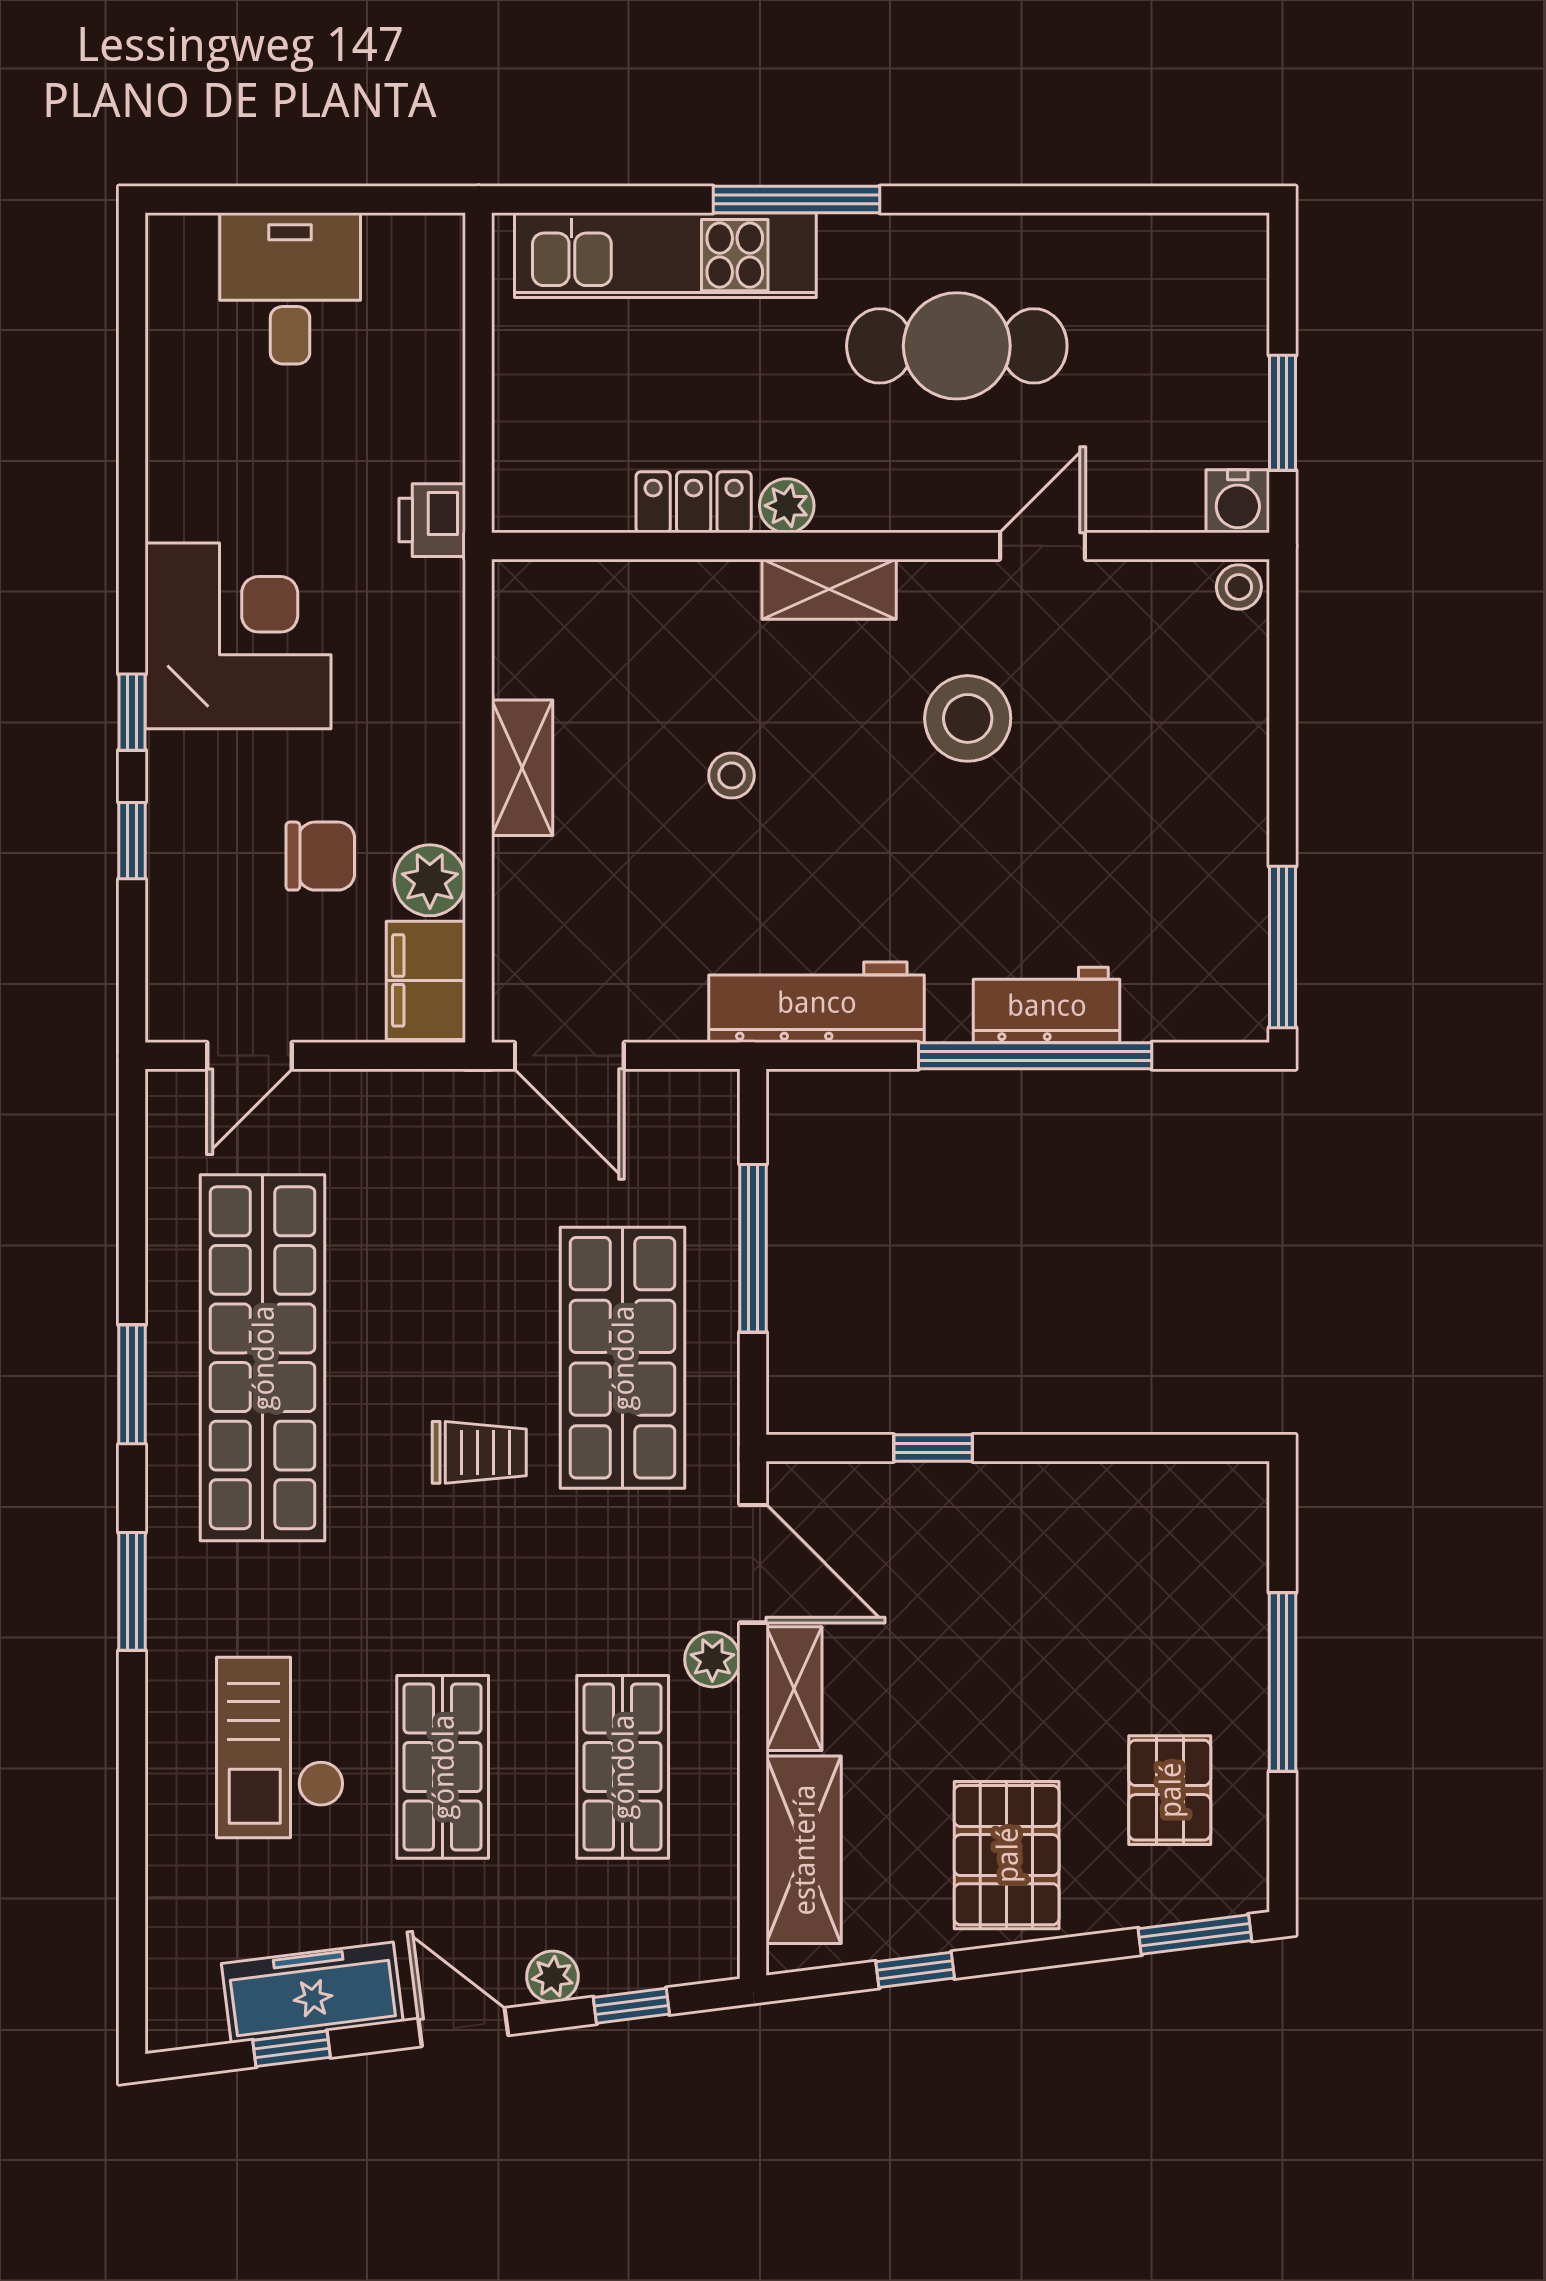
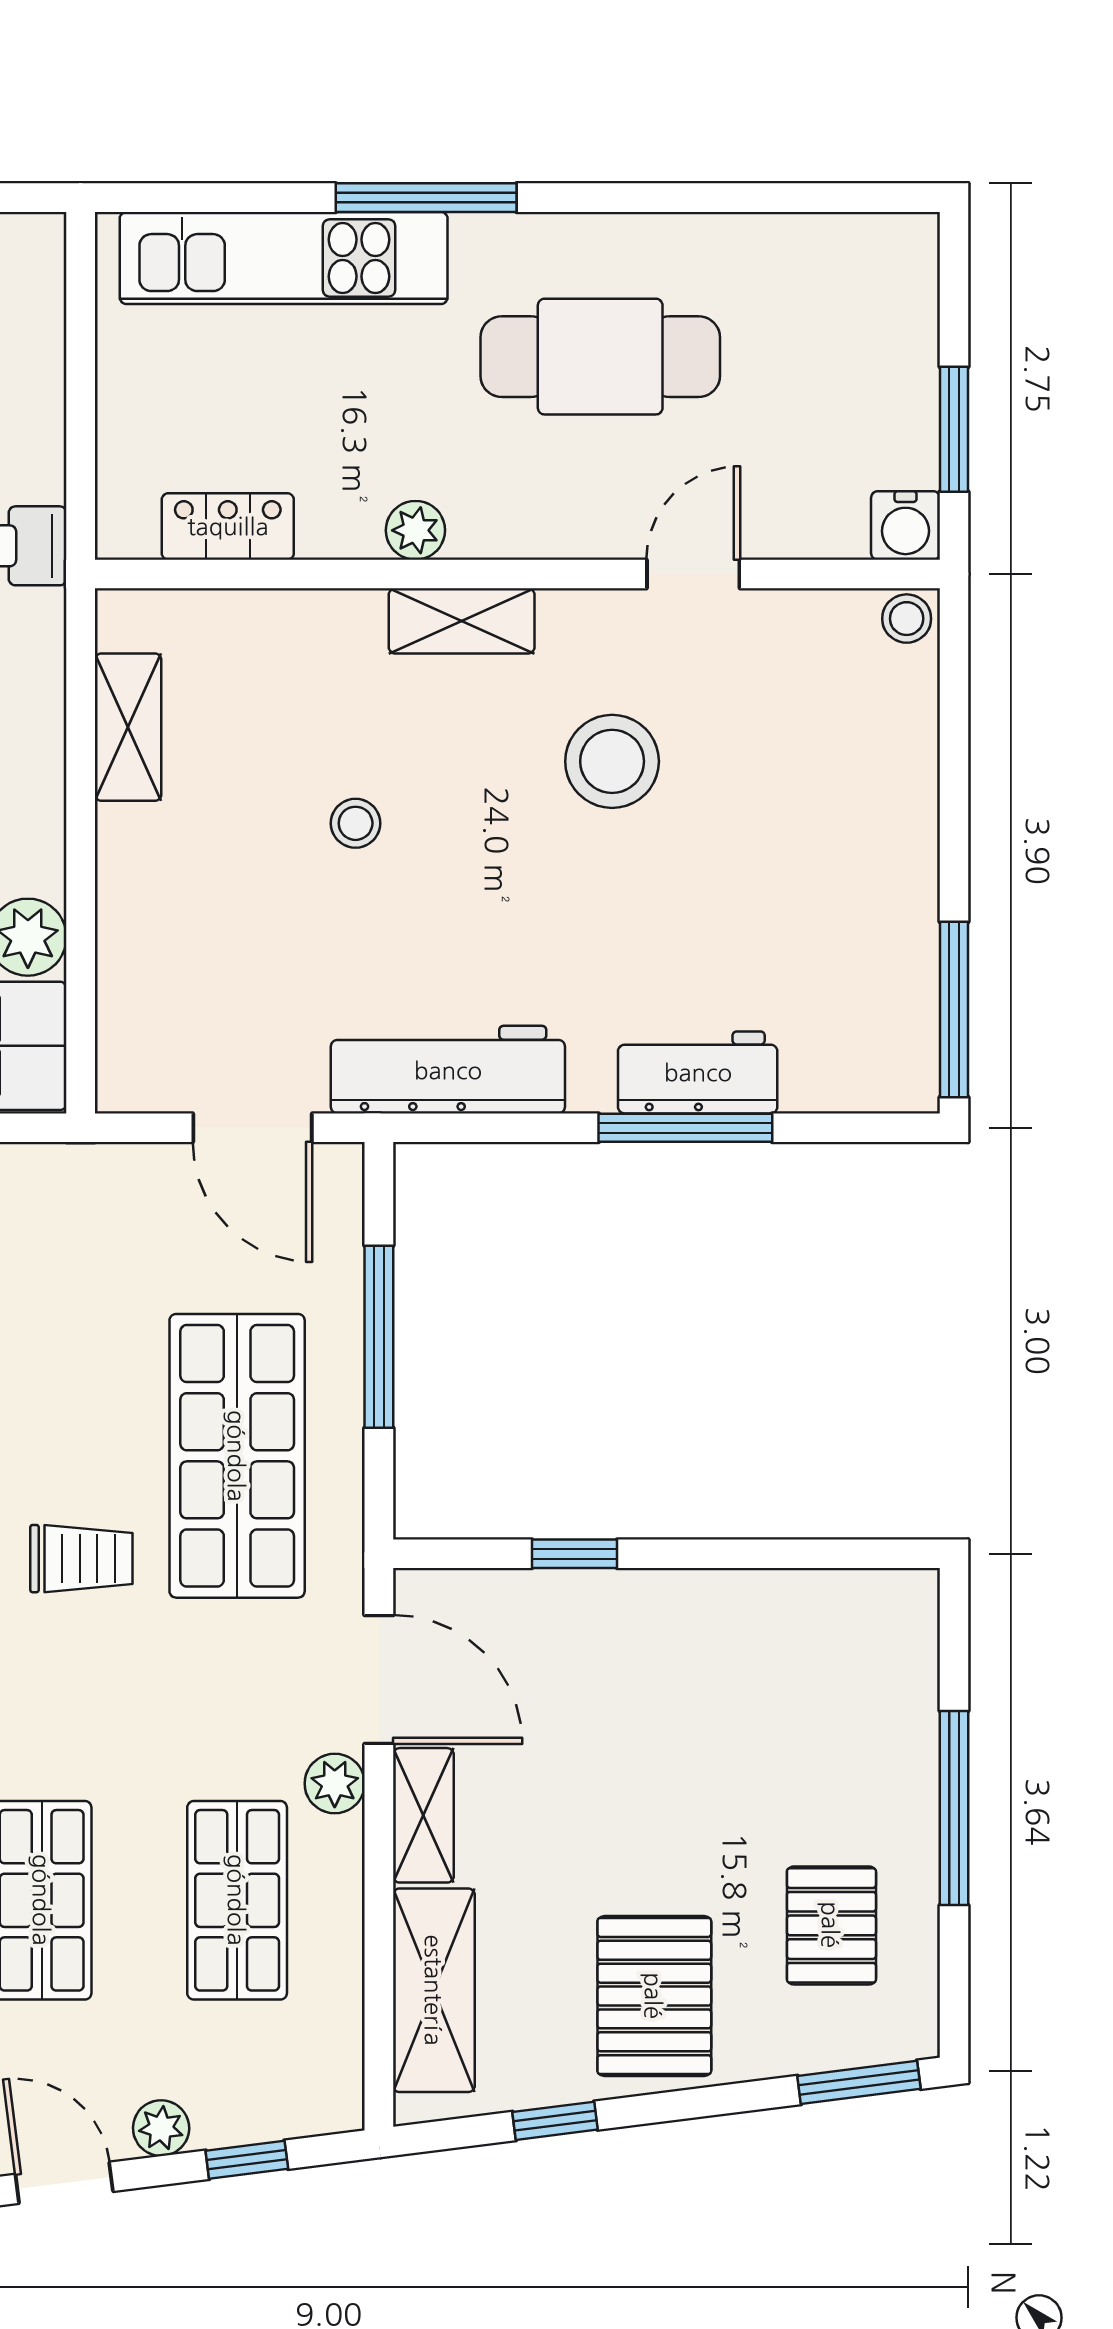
locker: (694, 502) -> (228, 526), moved
shelving: (522, 768) -> (128, 727), moved
door: (569, 1056) -> (252, 1128), moved
window: (1035, 1056) -> (685, 1128), width x0.68

